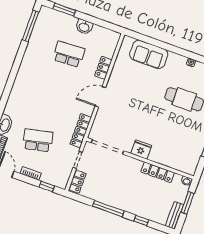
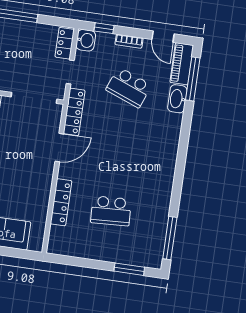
washbasin: (84, 27) -> (86, 40), moved, turned 90
locker: (103, 68) -> (61, 202), width x1.53
door: (100, 97) -> (59, 148), moved
school desk: (38, 140) -> (129, 87), turned 33

